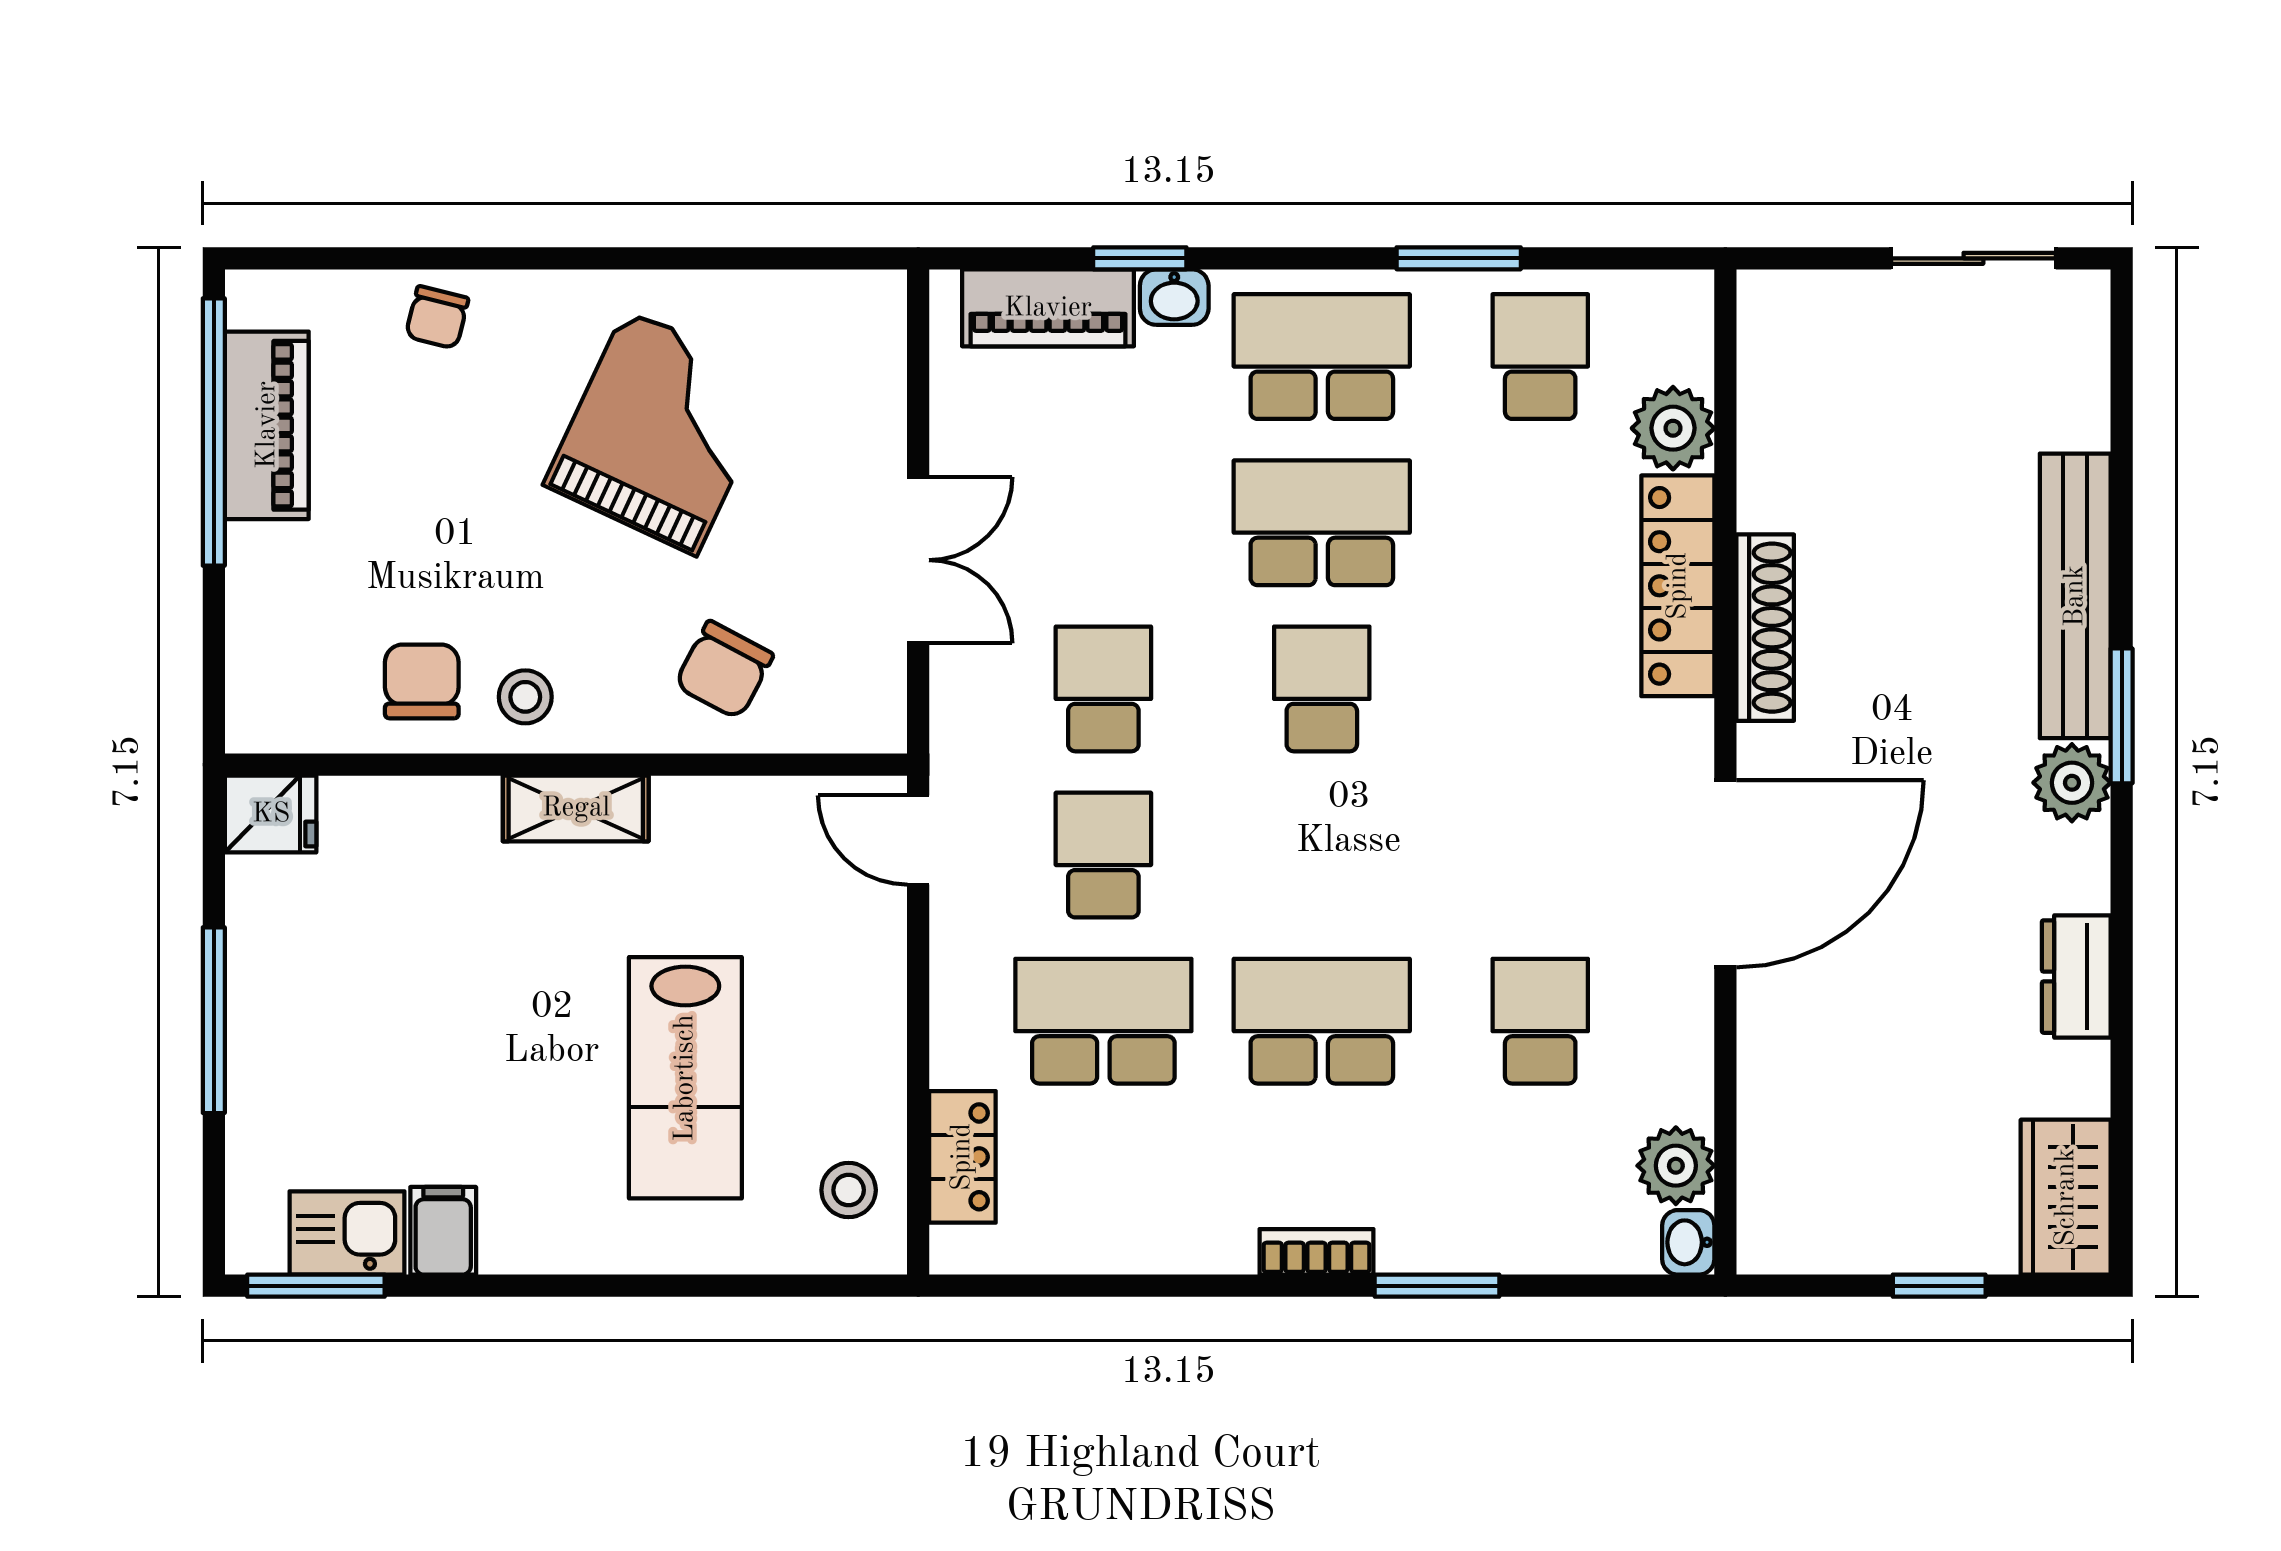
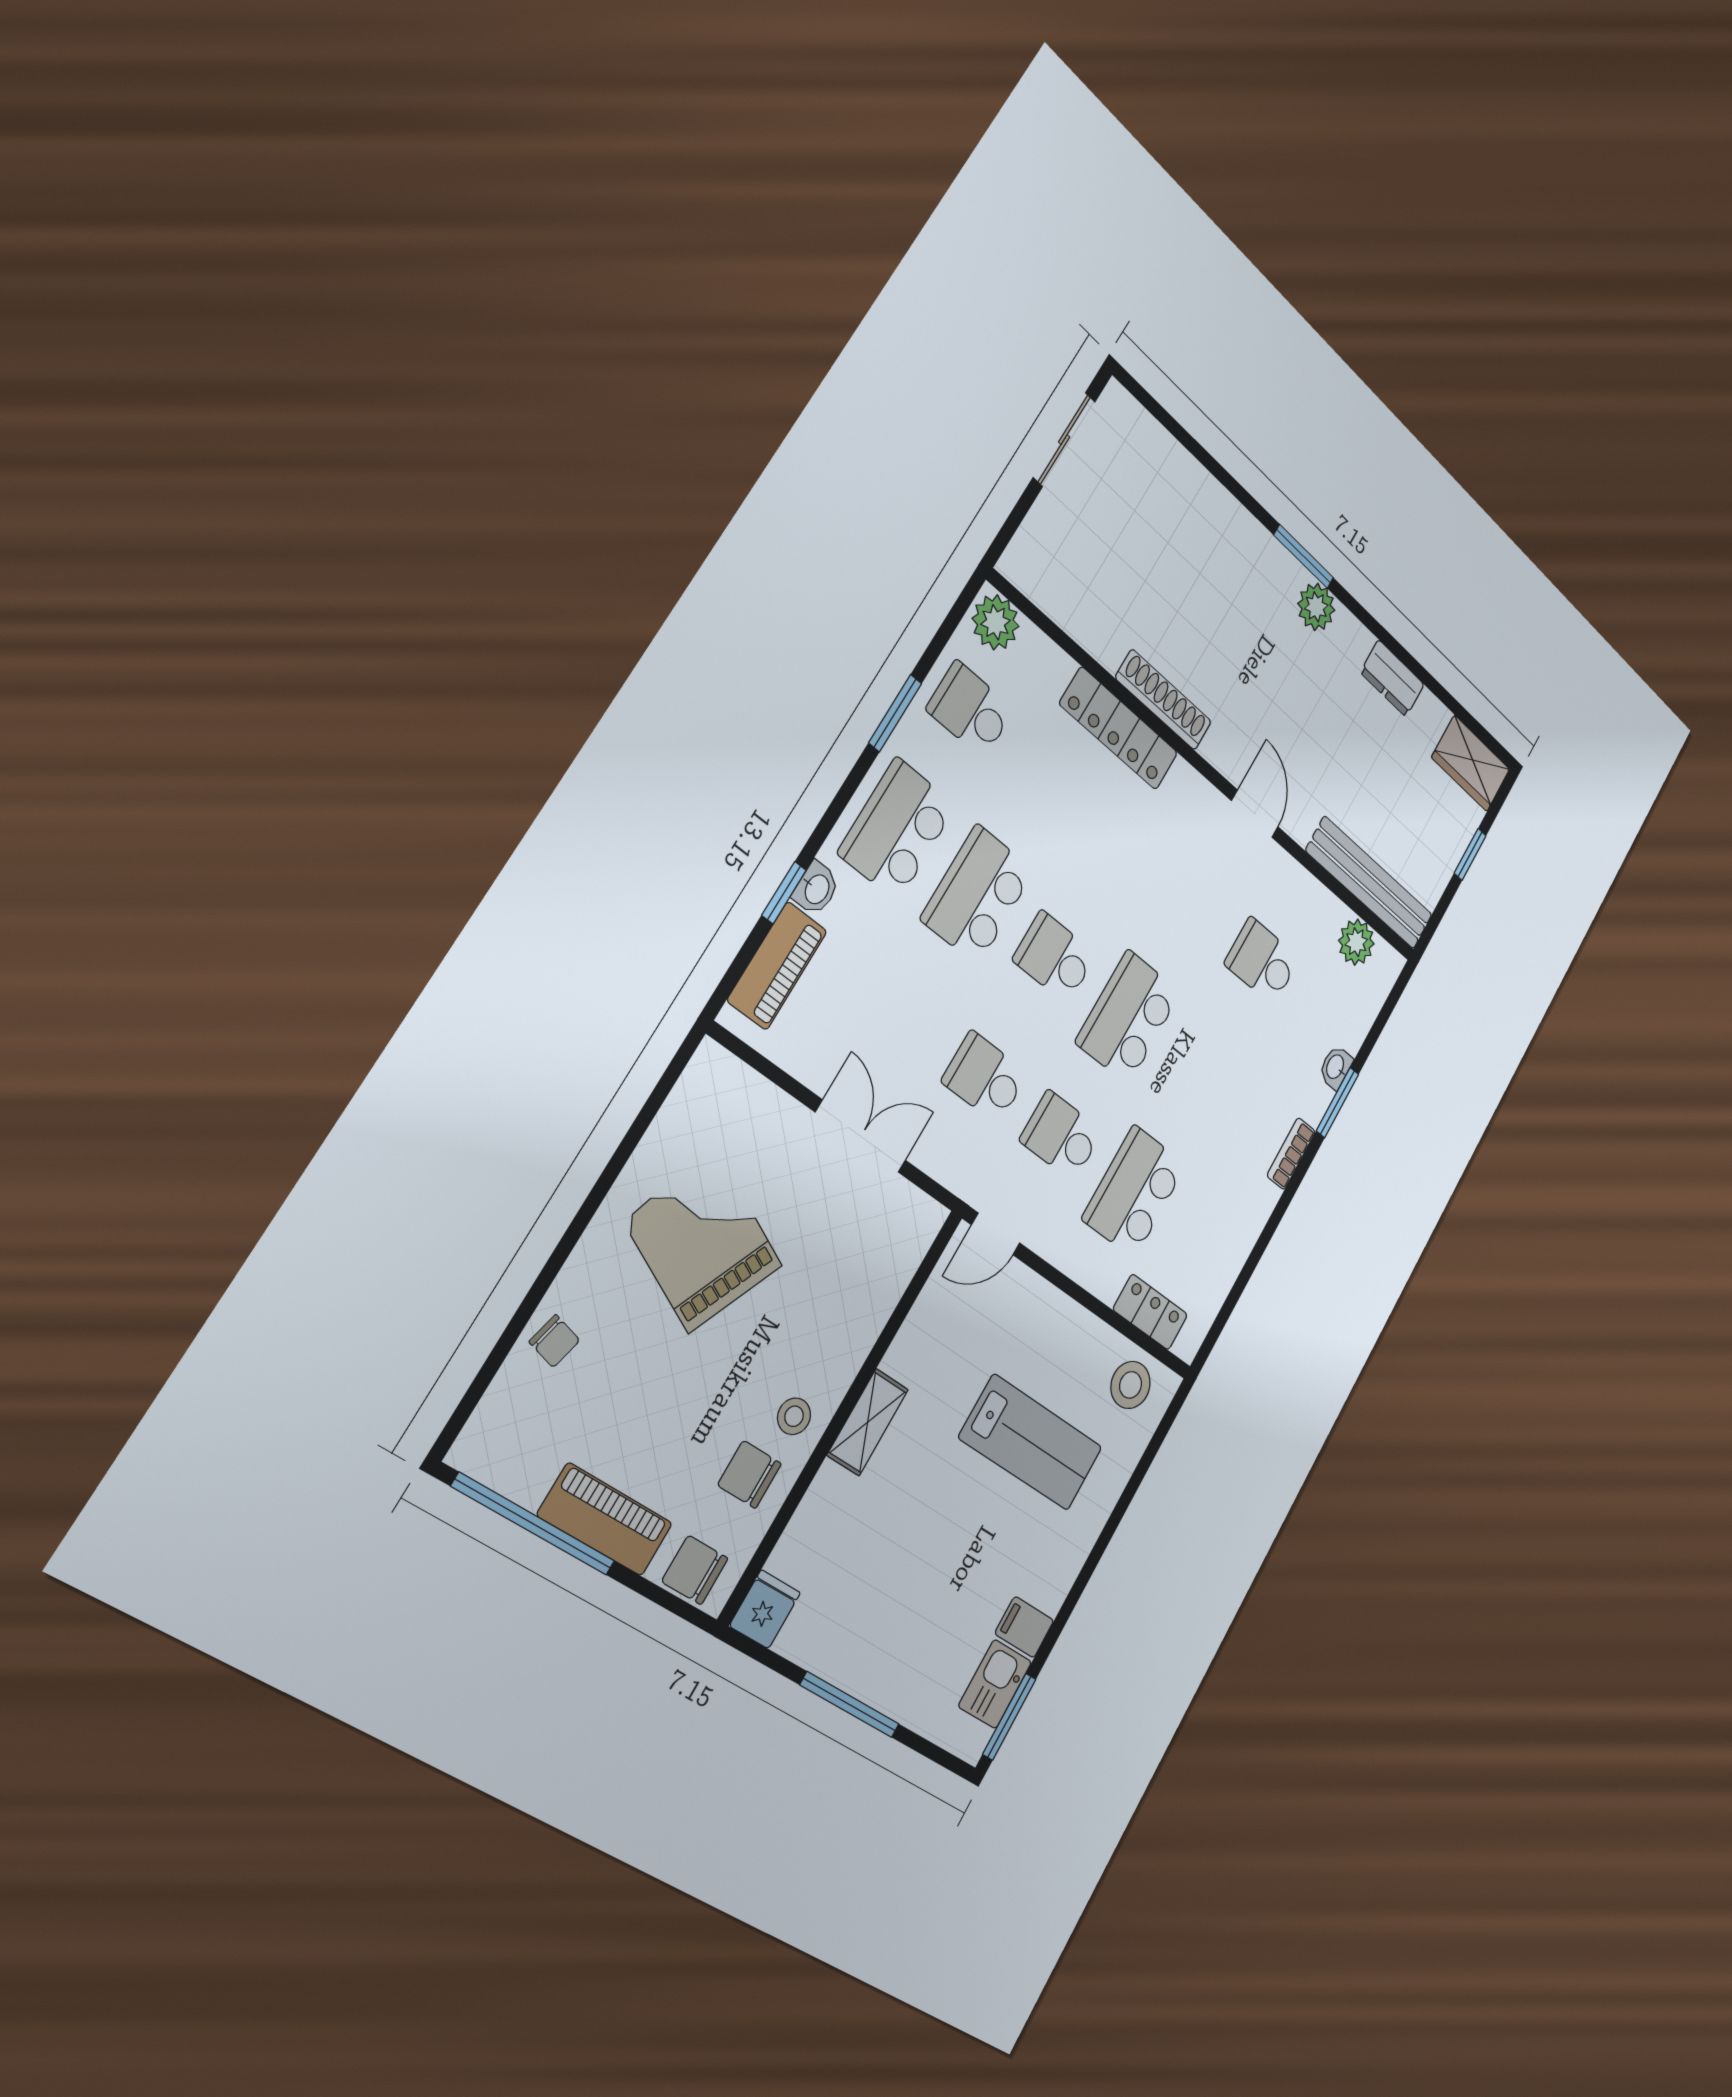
piano: (267, 425) -> (605, 1519), moved
plant: (1673, 428) -> (996, 622), moved
bench: (2075, 596) -> (1370, 883), moved
chair: (724, 670) -> (695, 1570), moved, turned 152
door: (1725, 874) -> (1255, 814), width x0.53
school desk: (1322, 1021) -> (1128, 1017), moved
stool: (849, 1190) -> (1131, 1385), width x1.37, depth x1.37
washbasin: (1688, 1242) -> (1336, 1067), moved, turned 90

